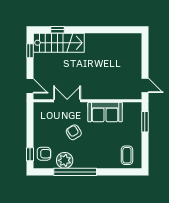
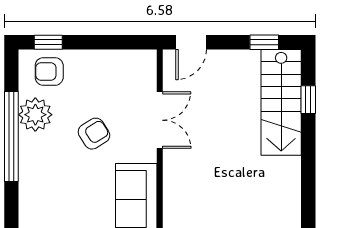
armchair: (44, 154) -> (49, 71), turned 90

